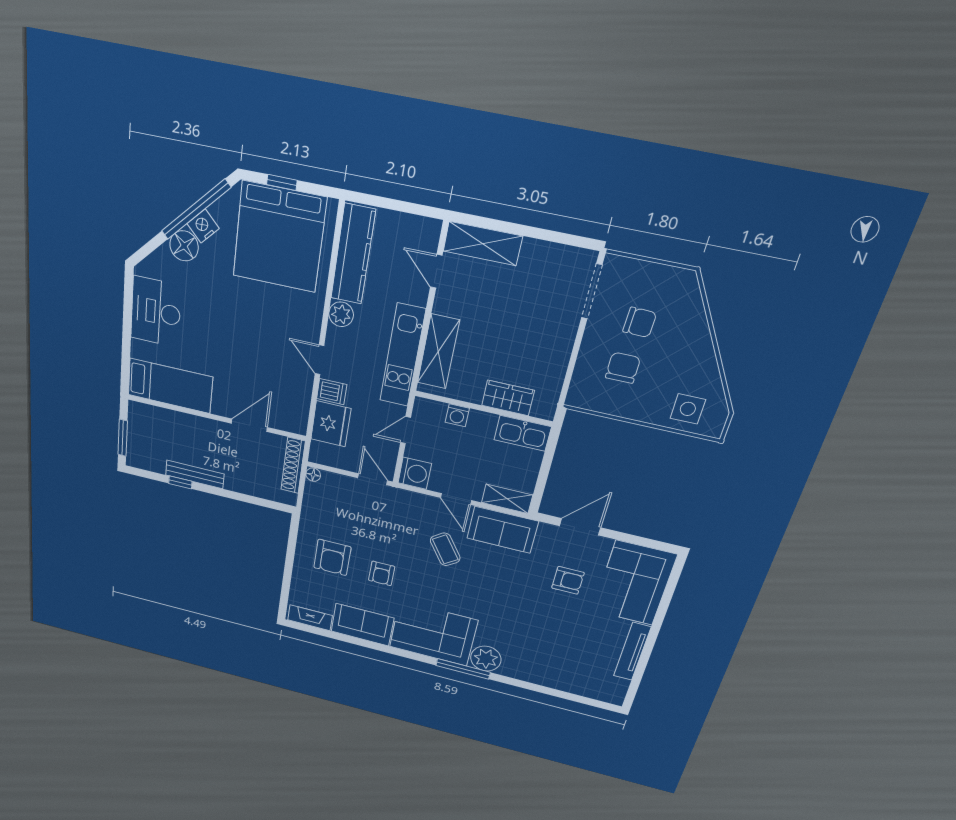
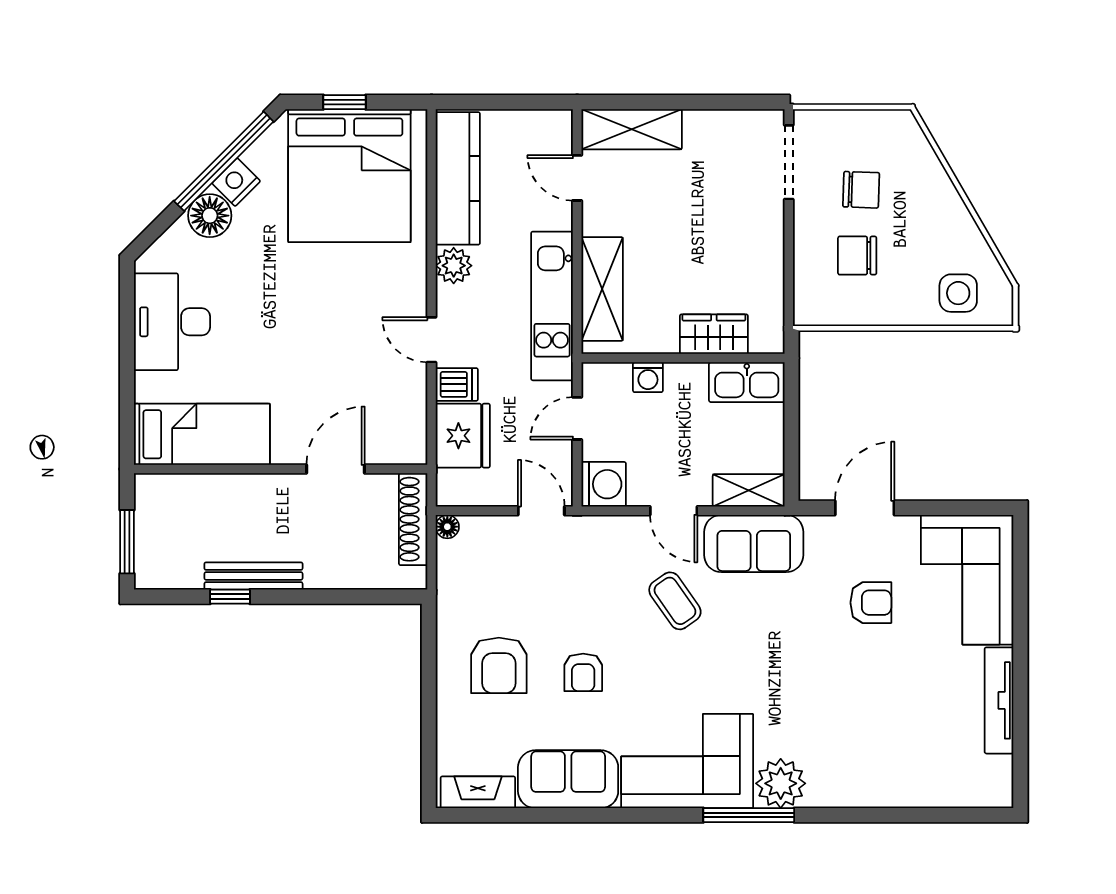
chair: (623, 368) -> (857, 256), turned -90

